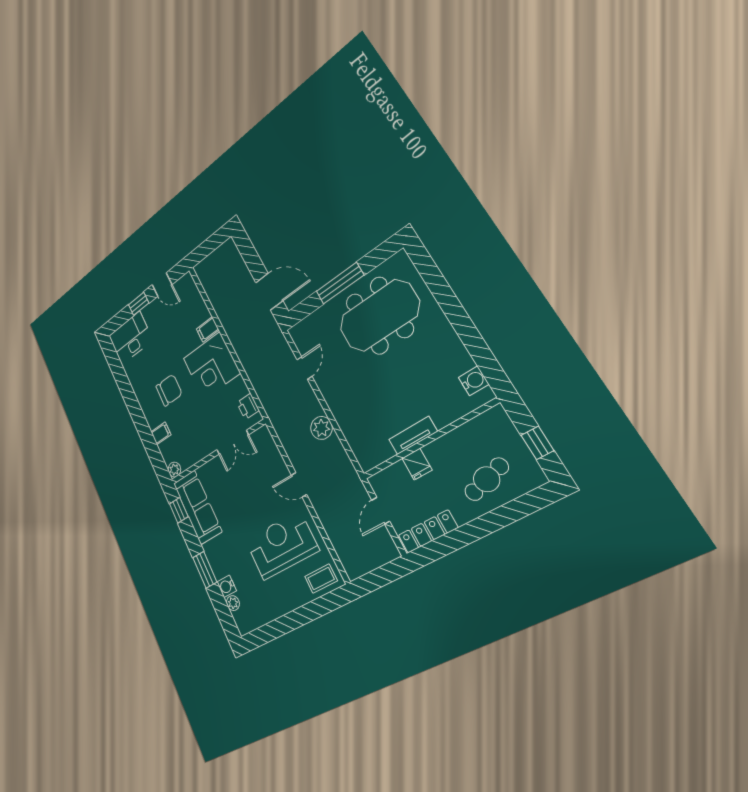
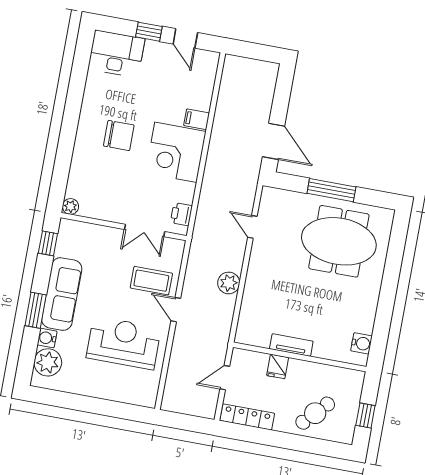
door: (304, 368) -> (252, 227), swing flipped
filing cabinet: (161, 433) -> (81, 165), removed
cafe table: (487, 479) -> (315, 413), turned -30
sofa: (197, 507) -> (62, 294), moved
coffee table: (321, 579) -> (151, 281), moved, width x1.36, depth x1.30
plant: (233, 603) -> (48, 362), width x1.88, depth x1.88

